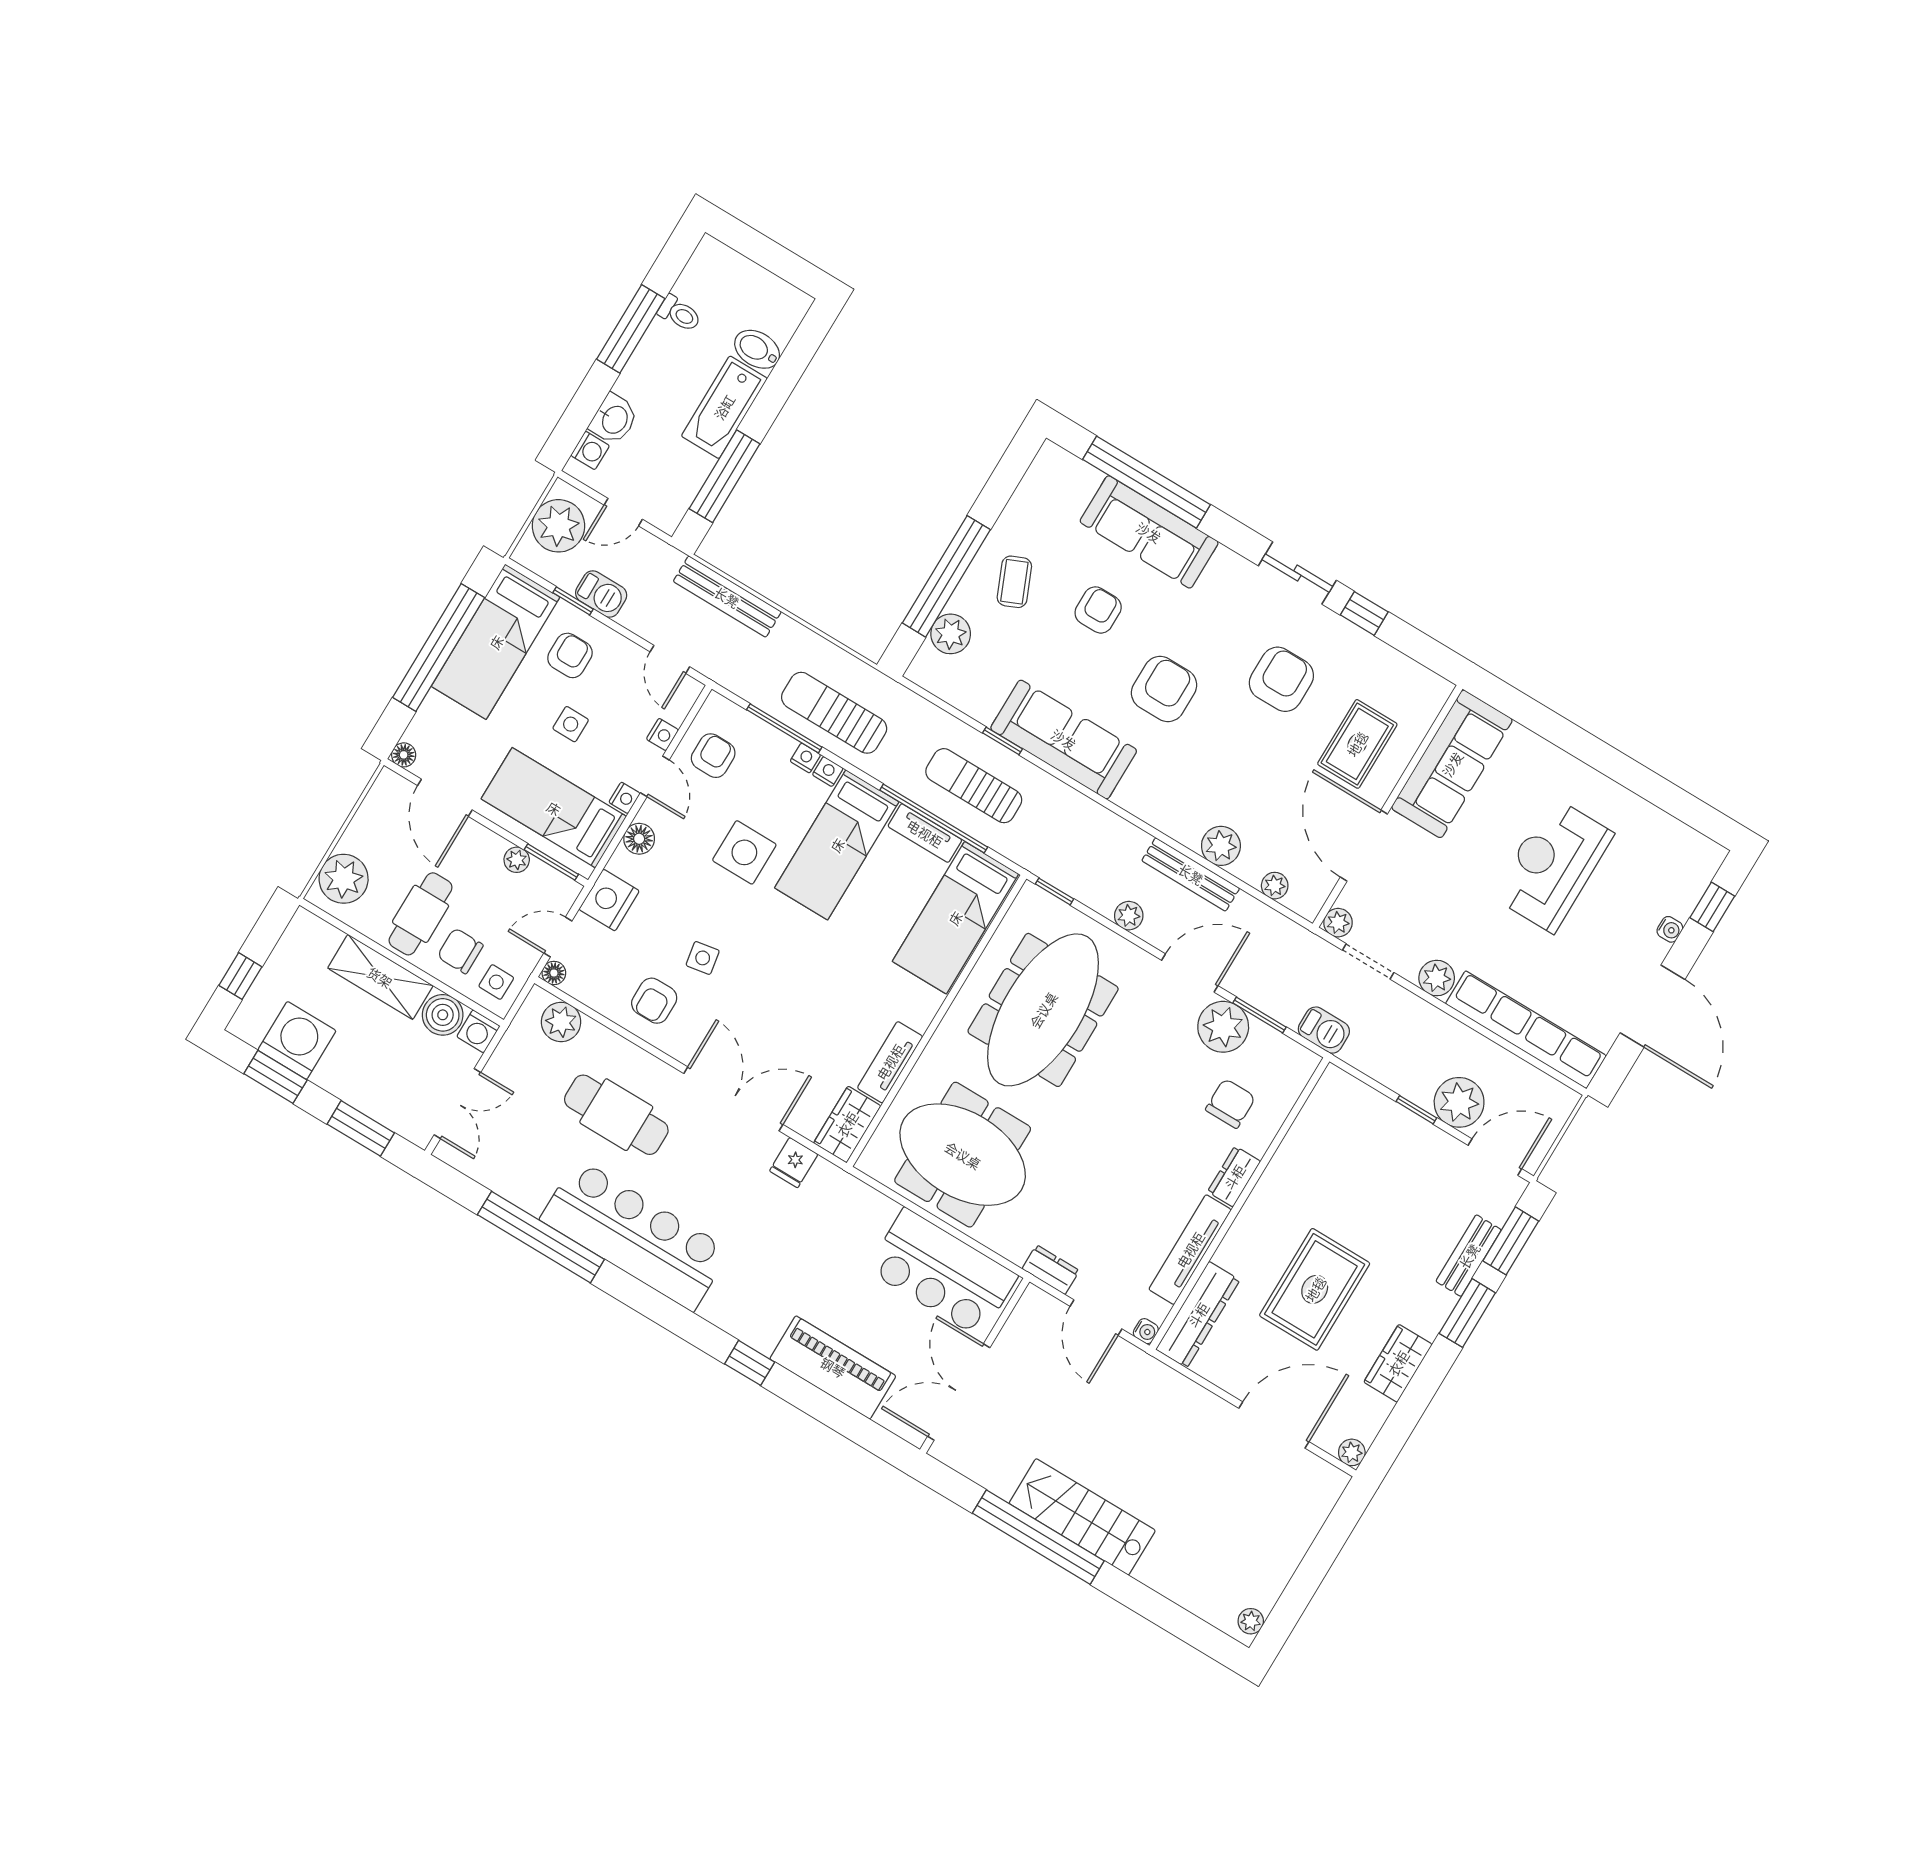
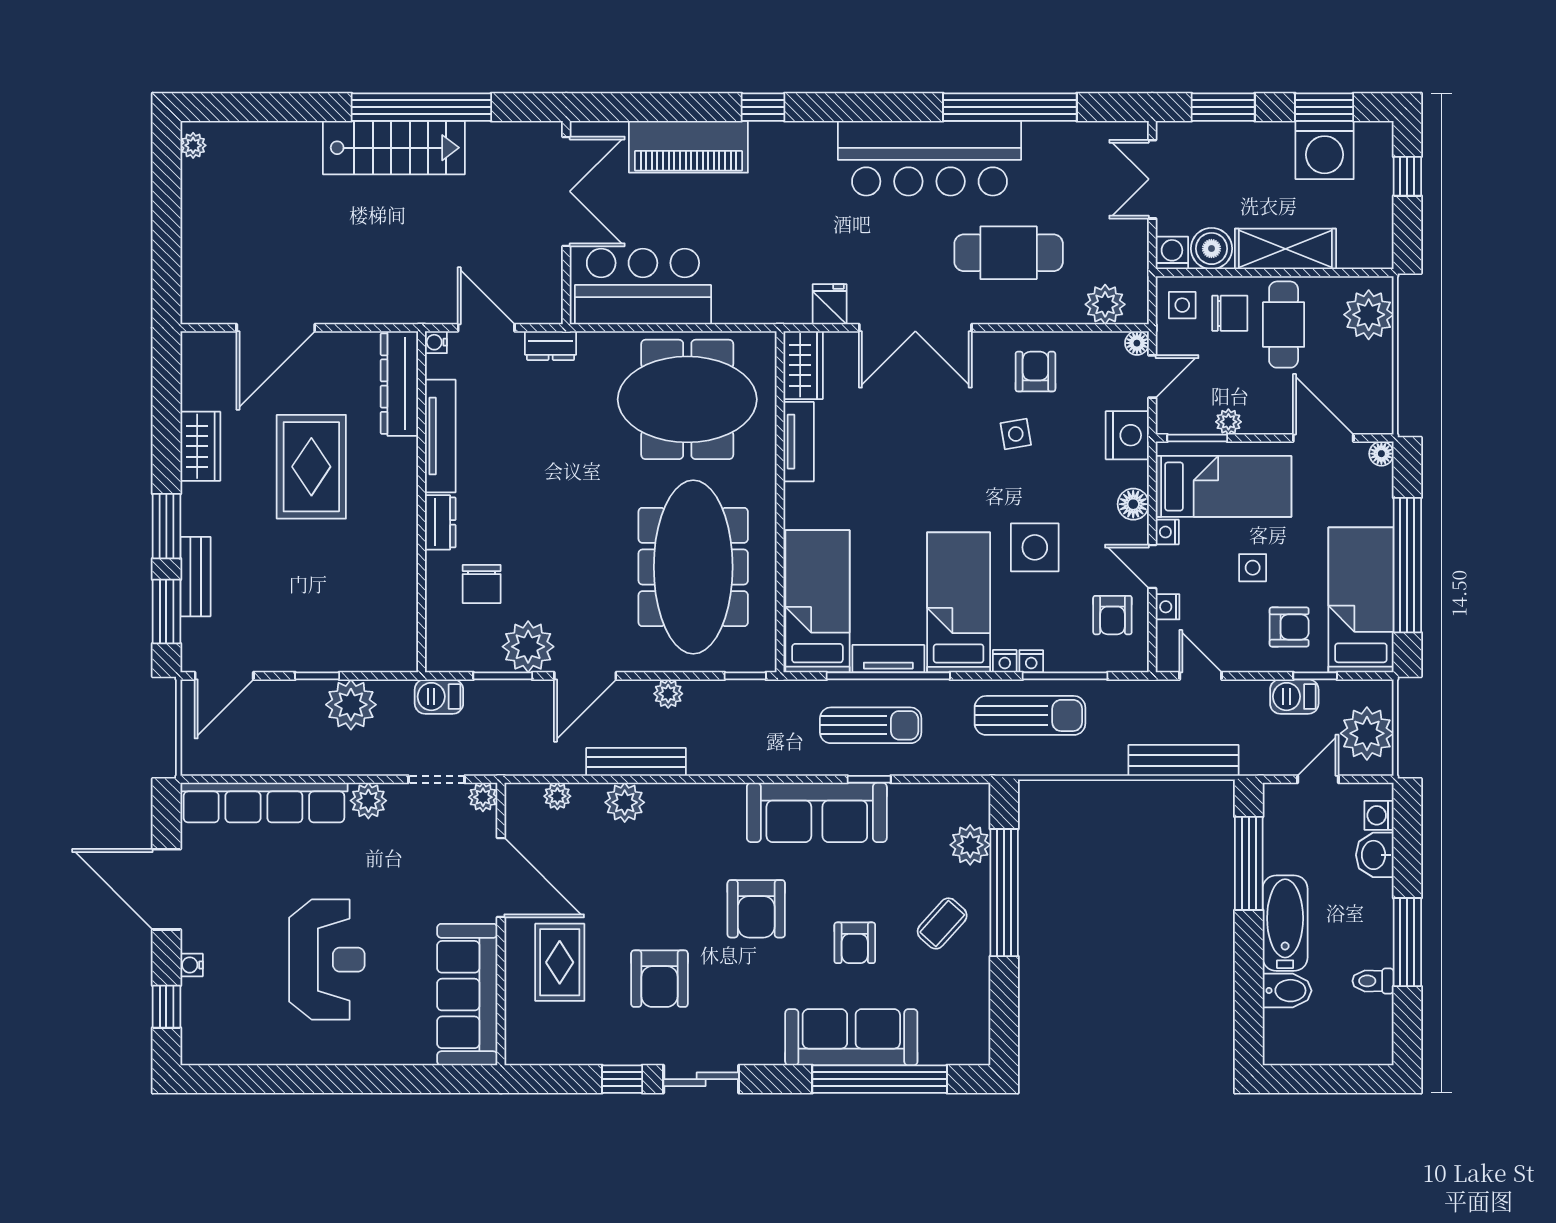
coffee table: (1014, 582) -> (942, 923), turned 65
armchair: (570, 655) -> (1289, 627), turned -90
plant: (1459, 1102) -> (351, 705), moved
plant: (1352, 1452) -> (194, 345), removed

